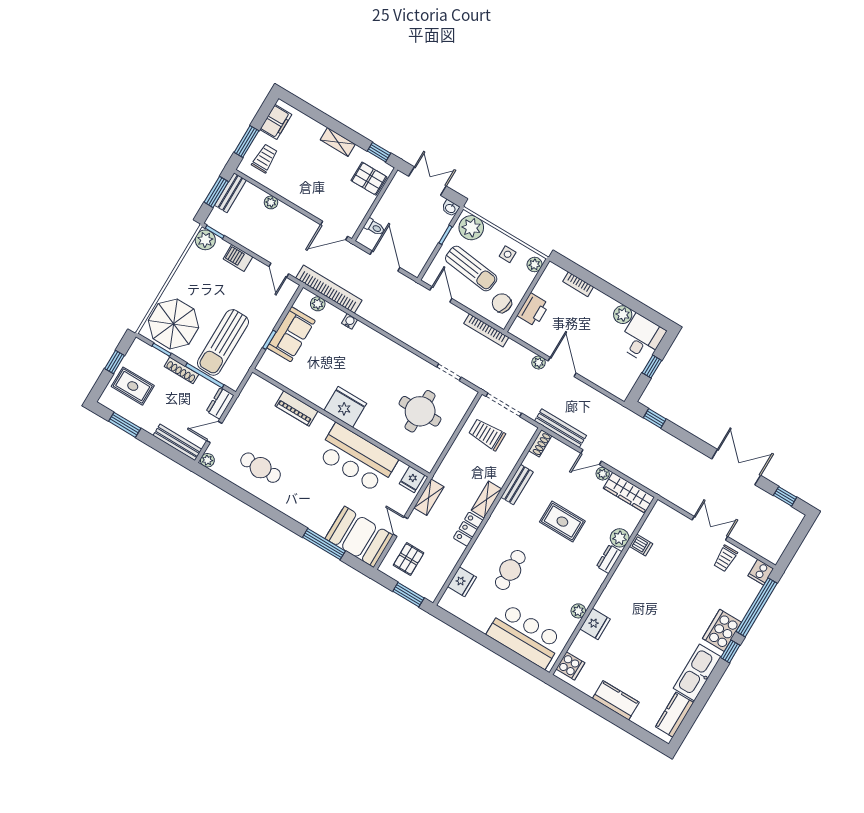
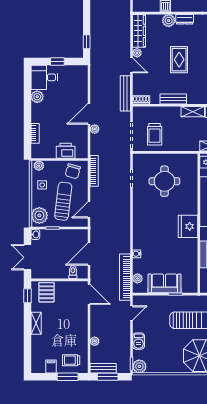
filing cabinet: (276, 122) -> (51, 367), width x0.50

